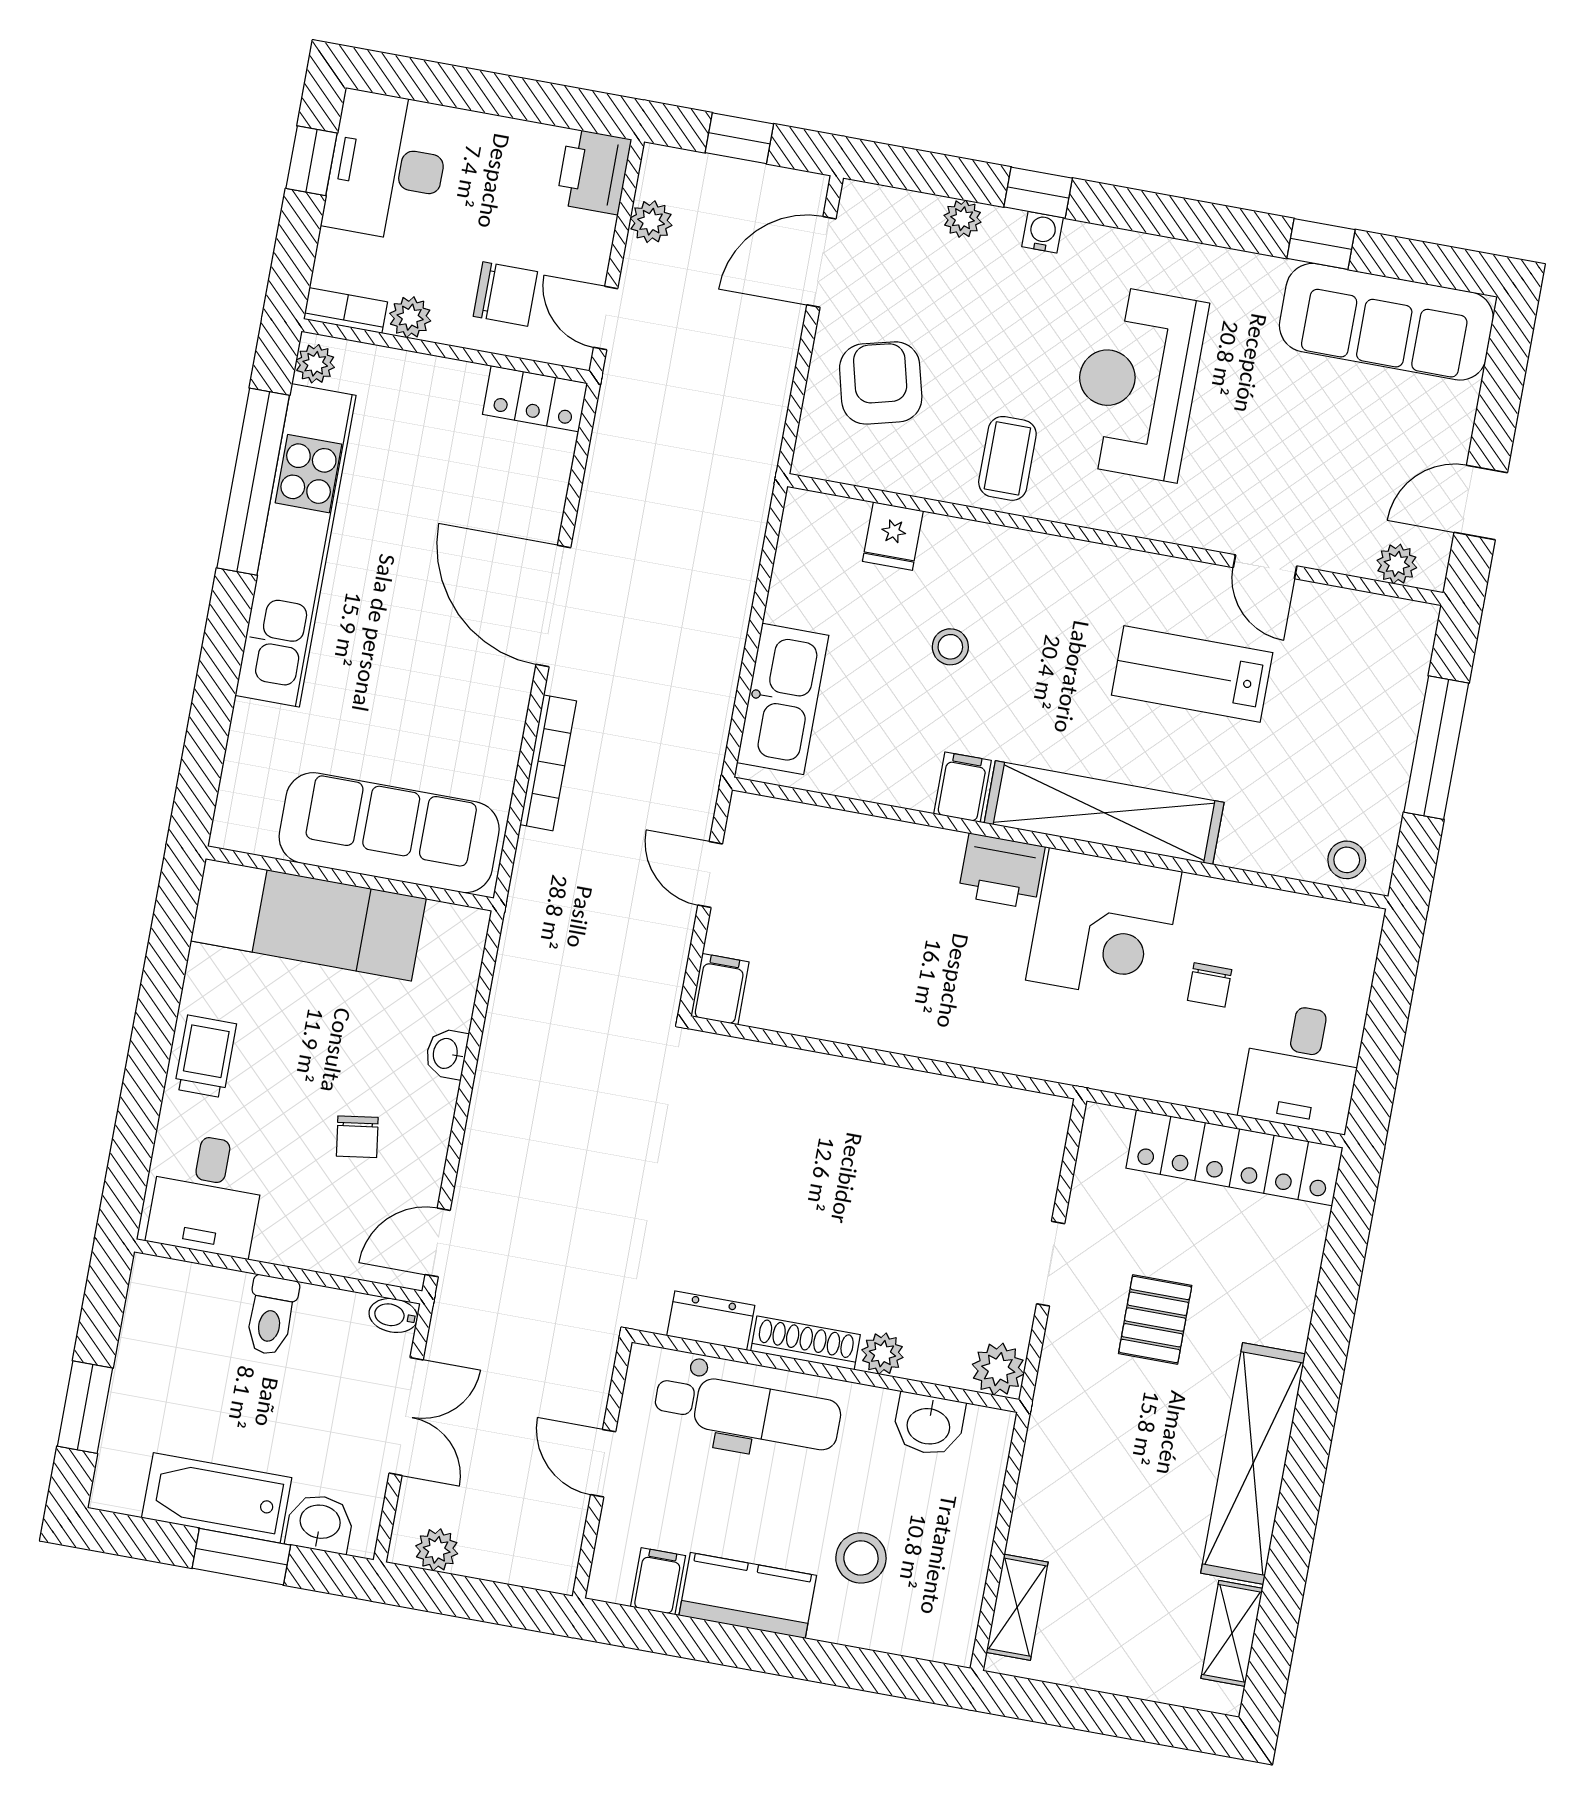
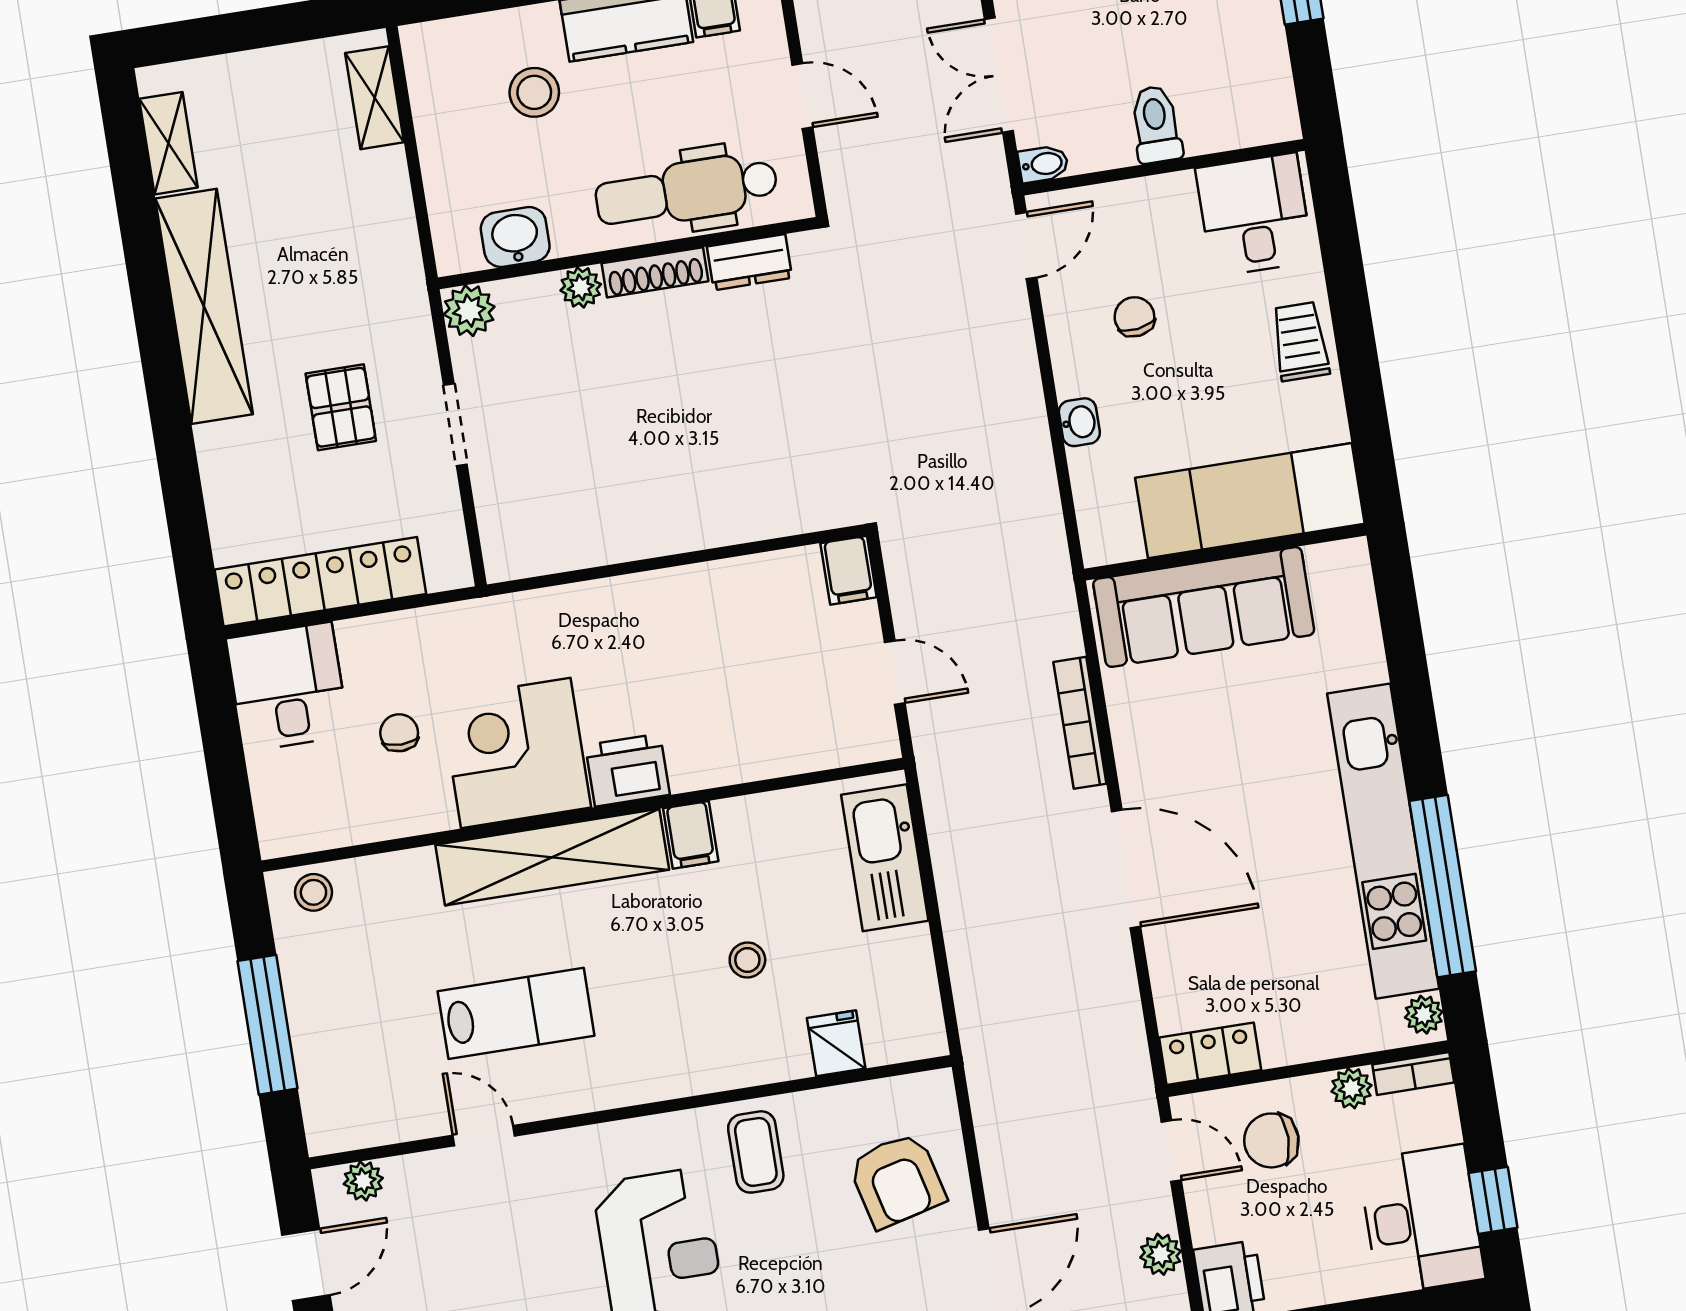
trolley: (205, 1056) -> (1300, 341), turned 180

